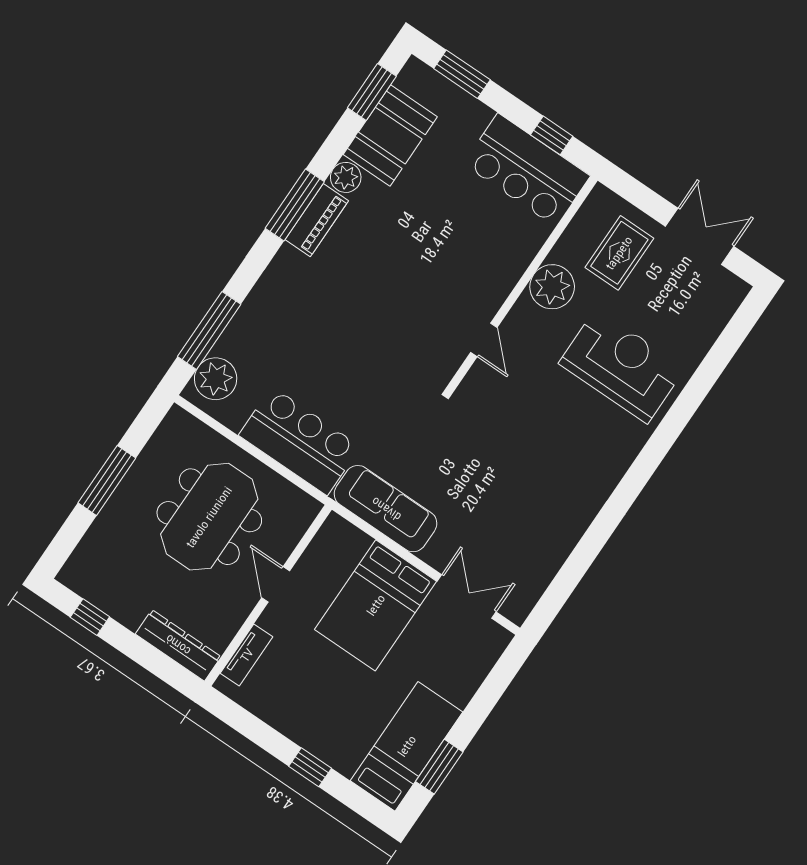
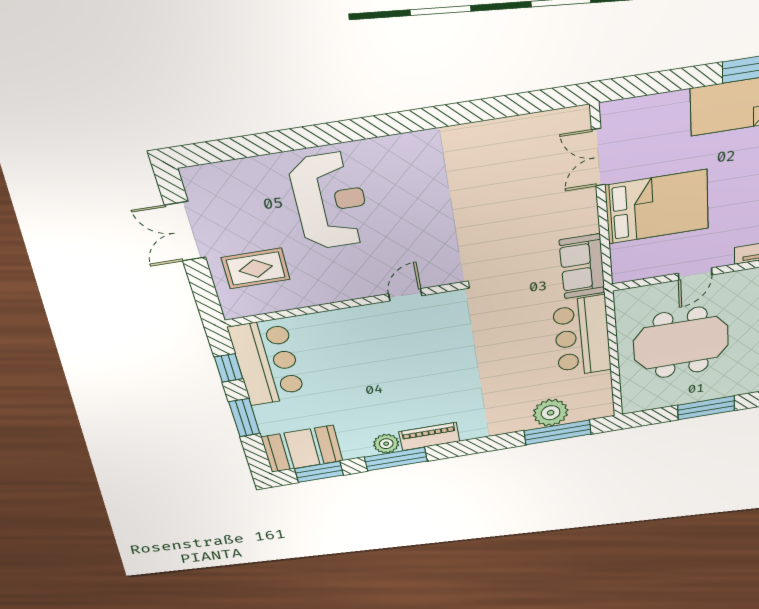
window: (462, 74) -> (244, 418), moved
booth: (390, 136) -> (302, 449), moved
window: (295, 205) -> (396, 459), moved
plant: (552, 287) -> (325, 287), removed
reception desk: (622, 366) -> (330, 201), turned 180
plant: (216, 379) -> (551, 413), moved
sofa: (386, 509) -> (582, 266), width x0.73

